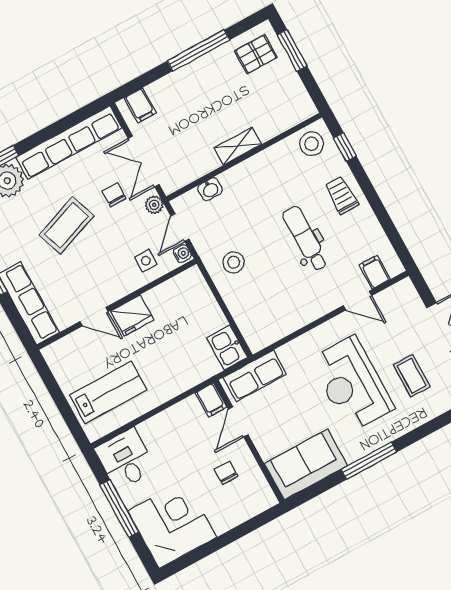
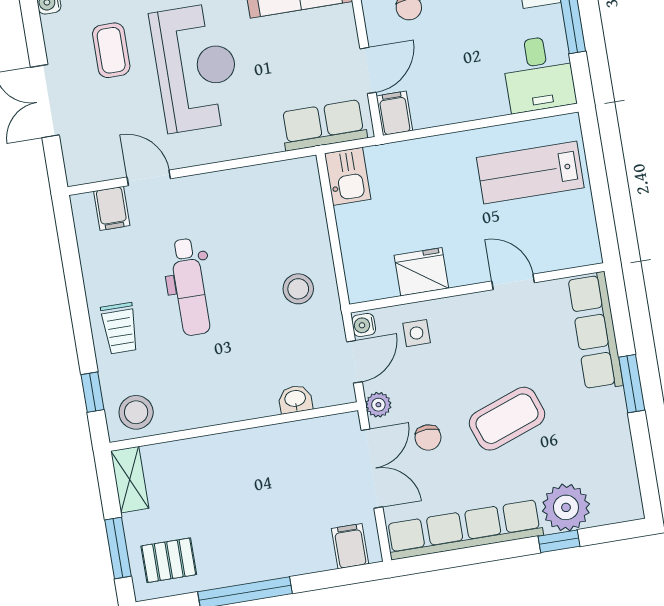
shelving: (238, 146) -> (130, 480), moved, turned 90
fridge: (132, 315) -> (421, 272), moved

